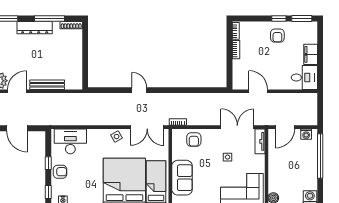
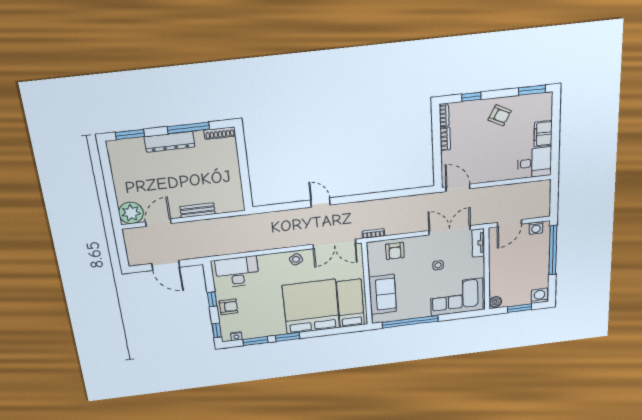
window: (279, 19) -> (471, 97), moved
armchair: (277, 36) -> (500, 115), turned -62
bench: (47, 85) -> (197, 210), width x0.73
door: (258, 91) -> (458, 188), moved

